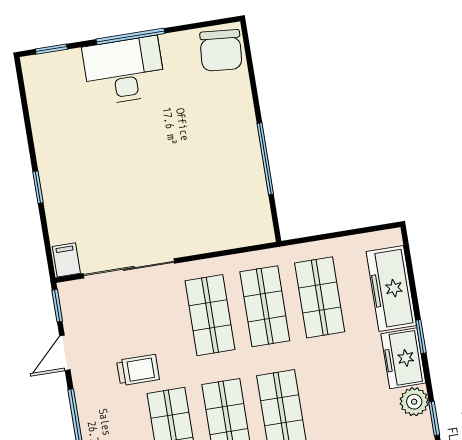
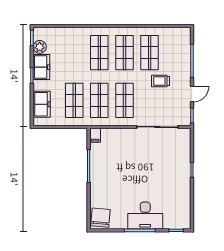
filing cabinet: (66, 260) -> (95, 135), moved
freezer: (391, 289) -> (42, 104), width x0.71

